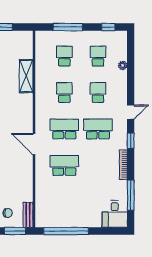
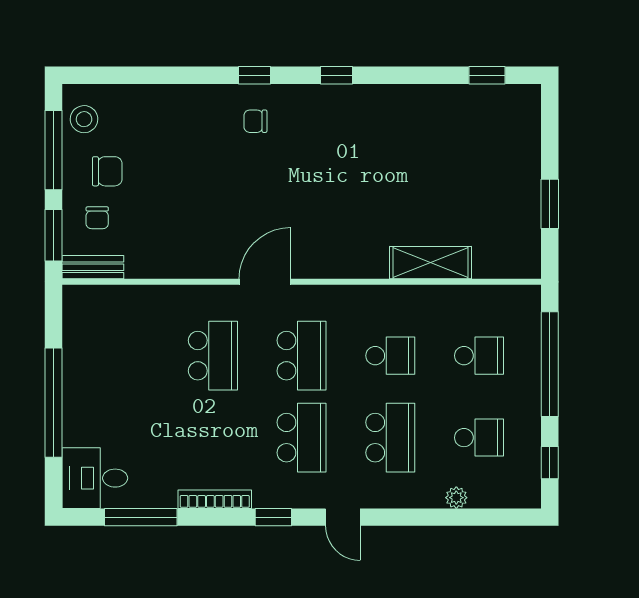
window: (68, 27) -> (550, 364), width x1.46
school desk: (98, 93) -> (390, 438), width x1.85
window: (66, 231) -> (53, 403), moved

